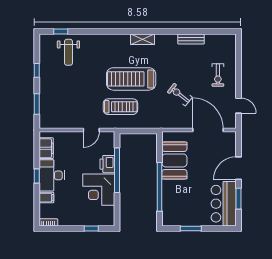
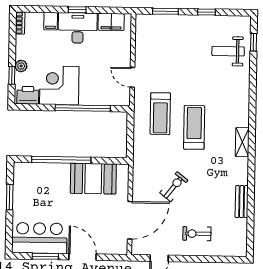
treadmill: (131, 79) -> (194, 127), width x0.73, depth x0.73
printer: (107, 164) -> (28, 95), moved
plant: (83, 221) -> (21, 66), added

